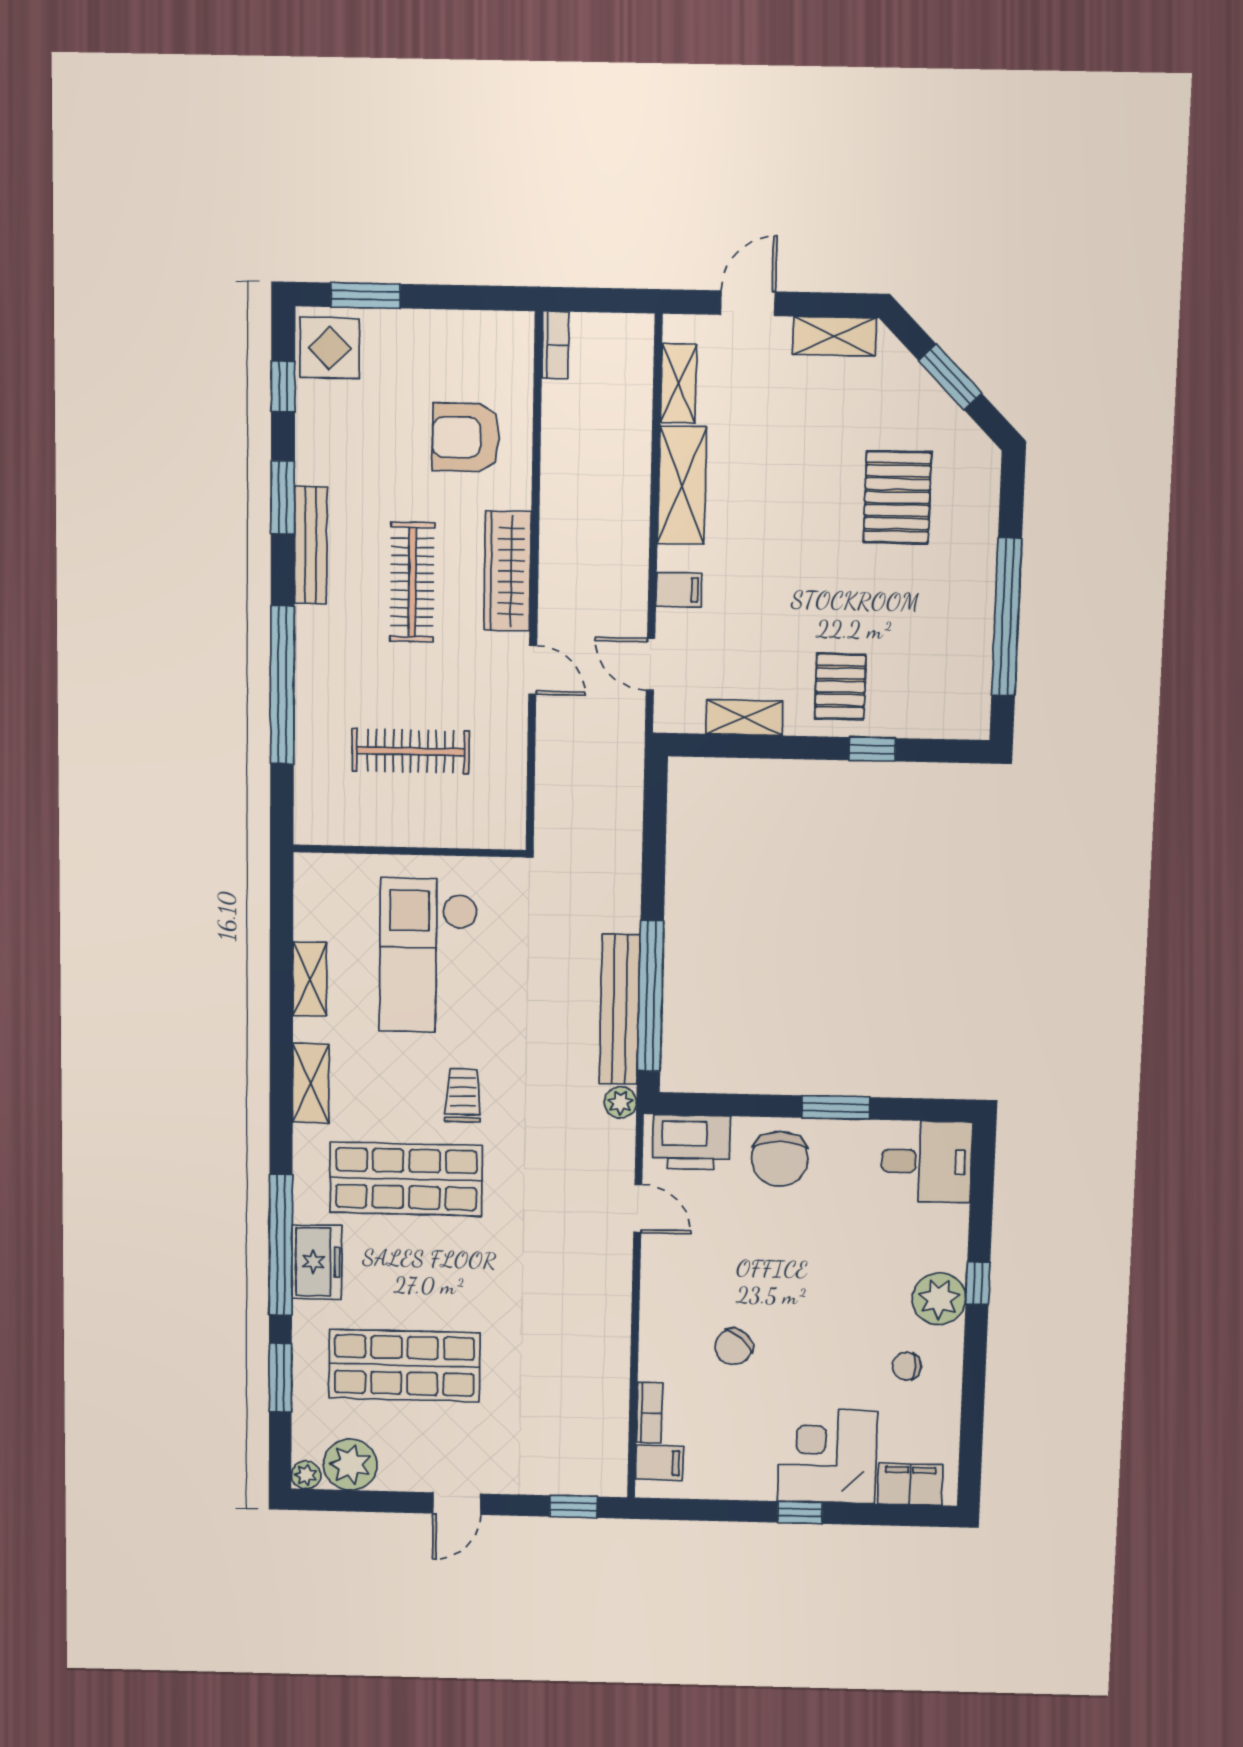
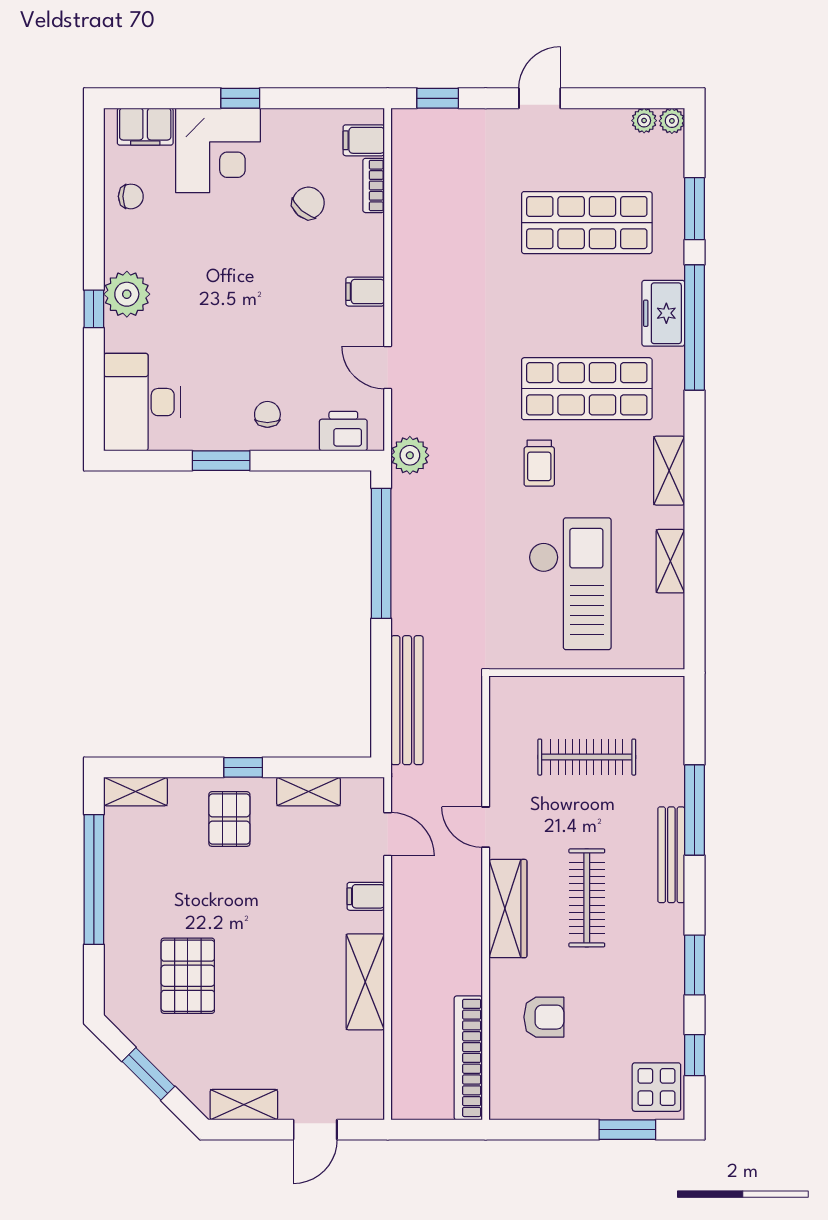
bookcase: (555, 345) -> (468, 1058), width x2.31, depth x1.31
shelving: (679, 383) -> (136, 791), moved, turned 90
armchair: (466, 437) -> (544, 1017), width x0.72, depth x0.72
bench: (311, 545) -> (671, 855), moved
window: (282, 685) -> (694, 810), width x0.68
window: (872, 749) -> (243, 767), moved
bench: (620, 1009) -> (407, 700), moved
plant: (620, 1102) -> (410, 455), width x1.38, depth x1.38
printer: (691, 1142) -> (343, 431), width x0.73, depth x0.84
chair: (780, 1159) -> (267, 414), width x0.54, depth x0.54
desk: (927, 1161) -> (142, 402), width x1.37
filing cabinet: (662, 1295) -> (365, 292), added
chair: (733, 1347) -> (308, 203), moved
chair: (907, 1366) -> (131, 196), moved
plant: (350, 1465) -> (644, 121), width x0.53, depth x0.53

